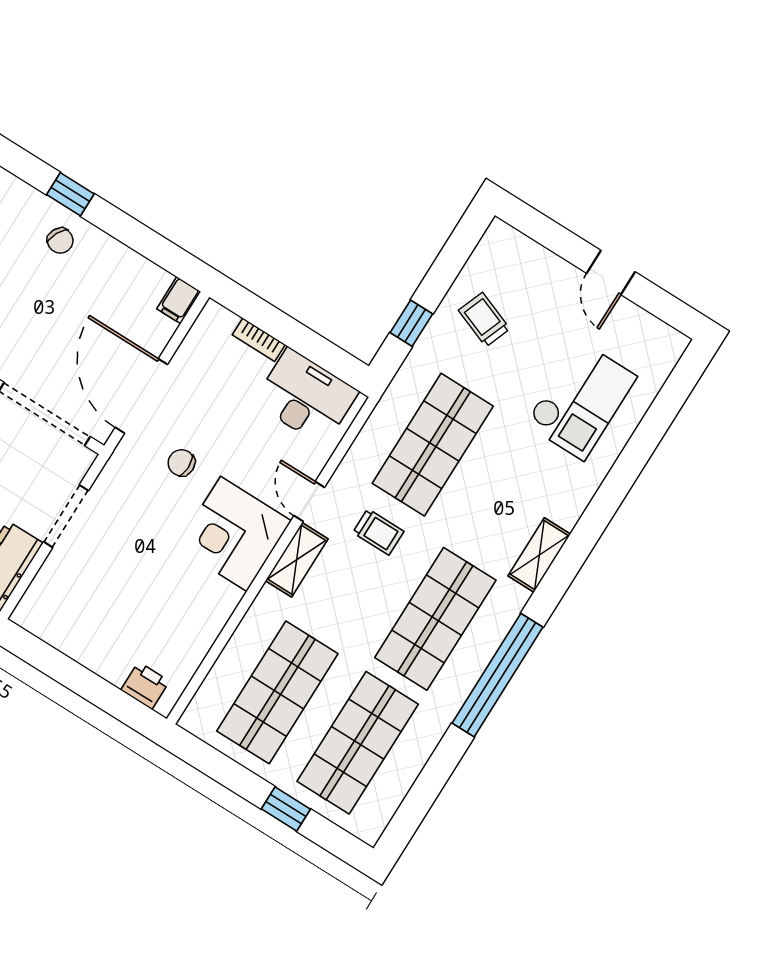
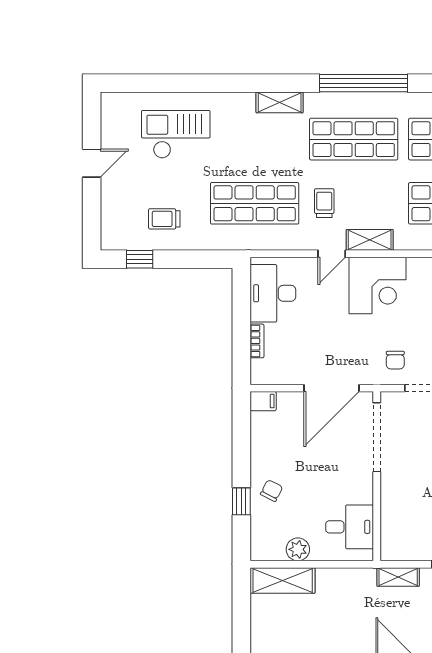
trolley: (484, 320) -> (164, 219), turned 69
window: (411, 323) -> (140, 259), moved
chair: (181, 463) -> (395, 360), moved

